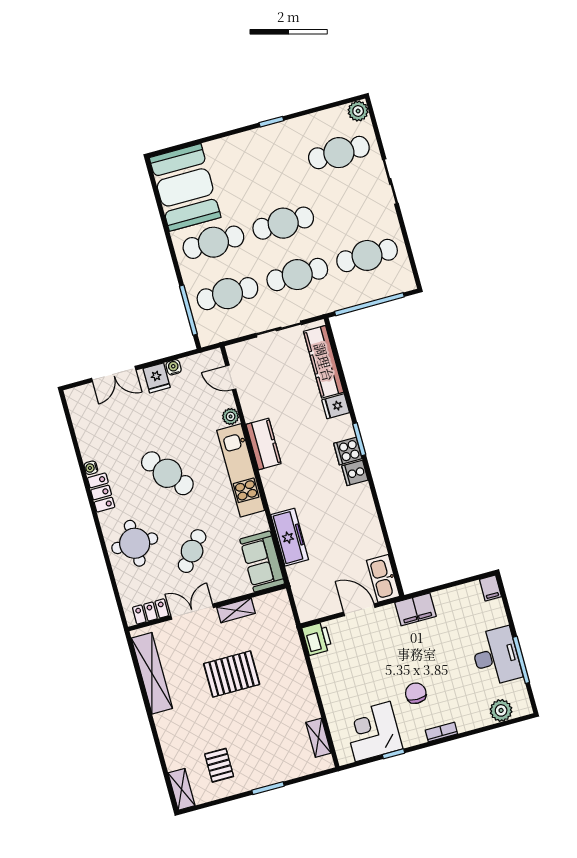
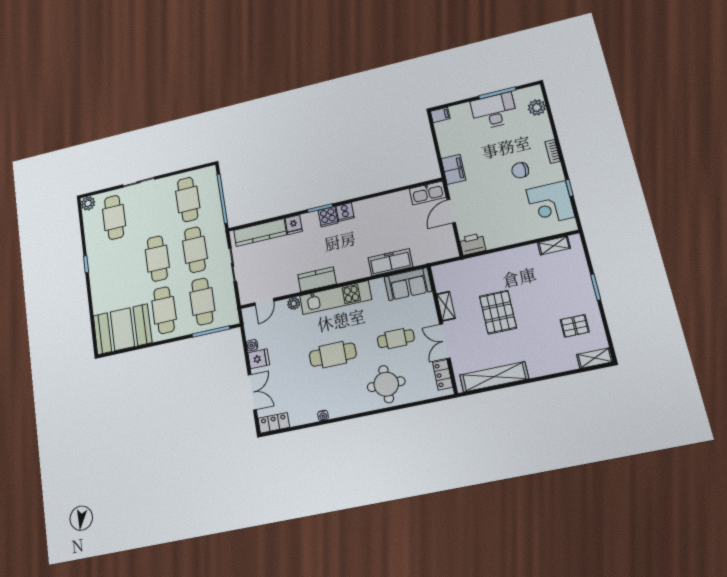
cafe table: (167, 473) -> (333, 355), turned 39
locker: (101, 492) -> (274, 423), moved
cafe table: (192, 551) -> (396, 339), turned -39

